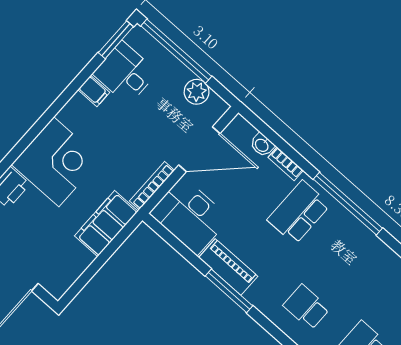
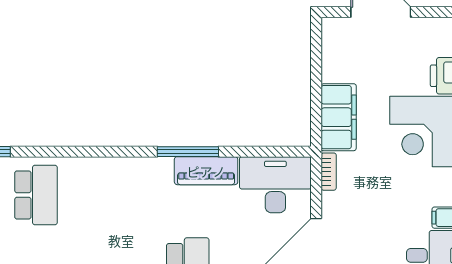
bookcase: (152, 186) -> (329, 172), width x0.64
school desk: (306, 307) -> (112, 195), removed

